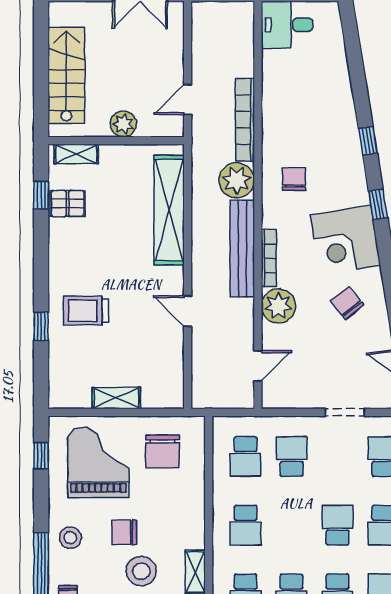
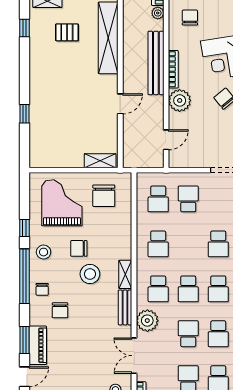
plant: (237, 180) -> (158, 13), width x0.53, depth x0.53
pallet: (68, 203) -> (67, 32), moved
trolley: (86, 311) -> (54, 104), removed
door: (188, 311) -> (120, 104), swing flipped
shelving: (116, 398) -> (100, 161), moved
window: (41, 456) -> (24, 228), moved
school desk: (337, 525) -> (218, 244), turned 180

